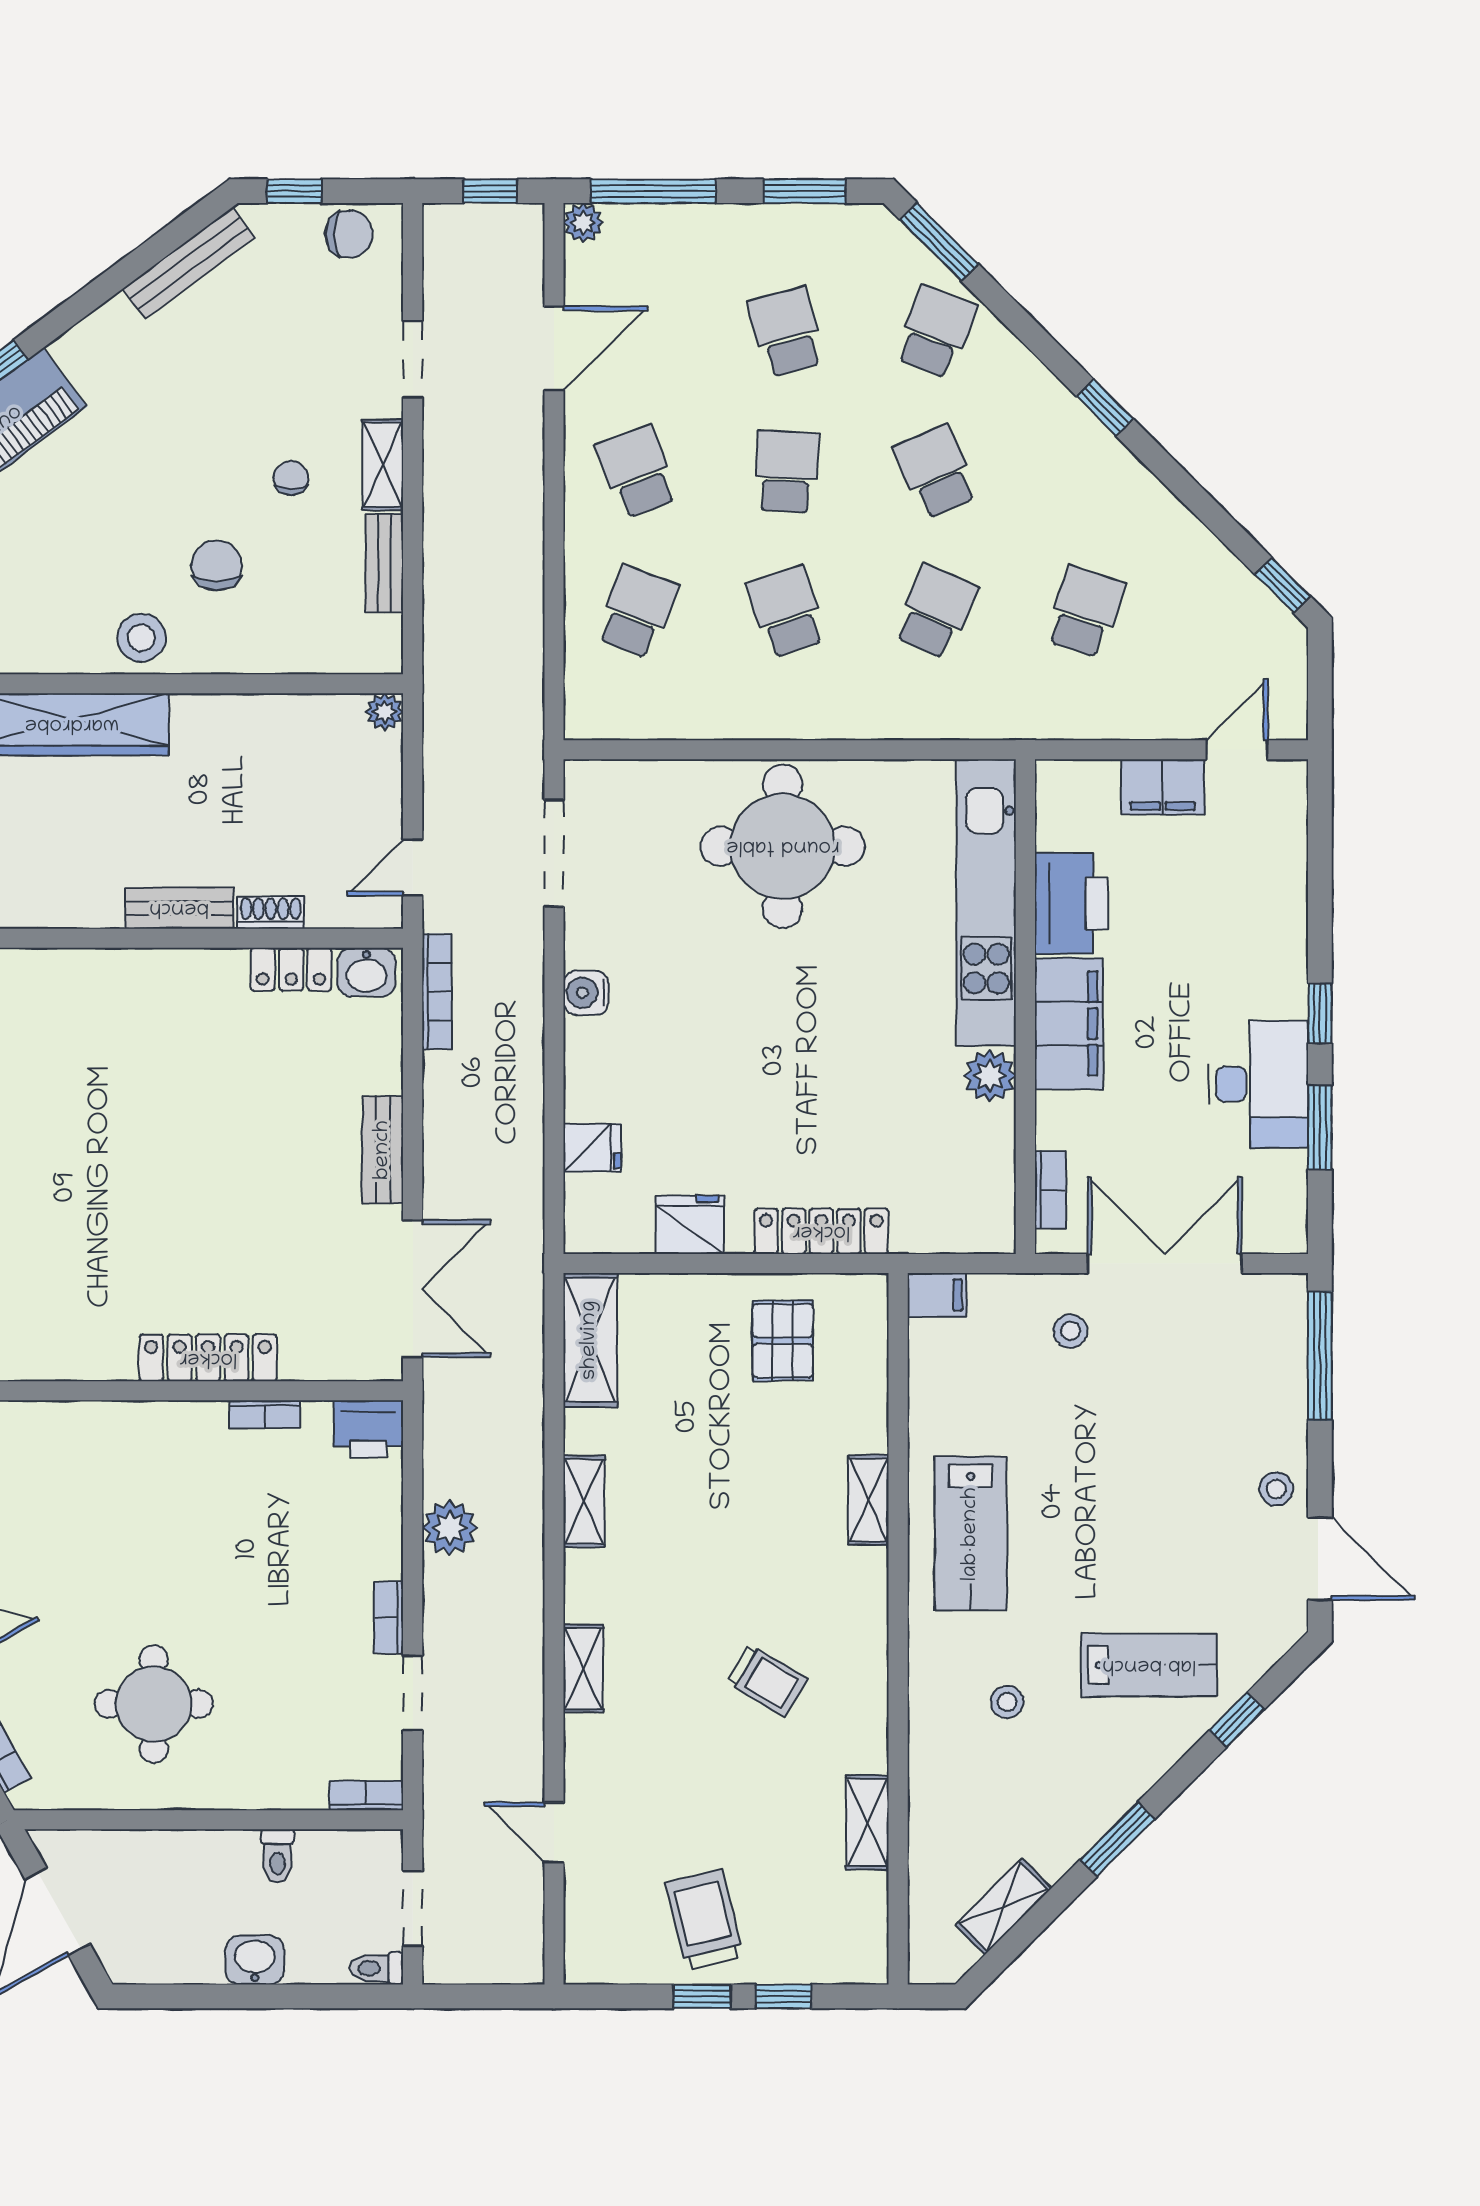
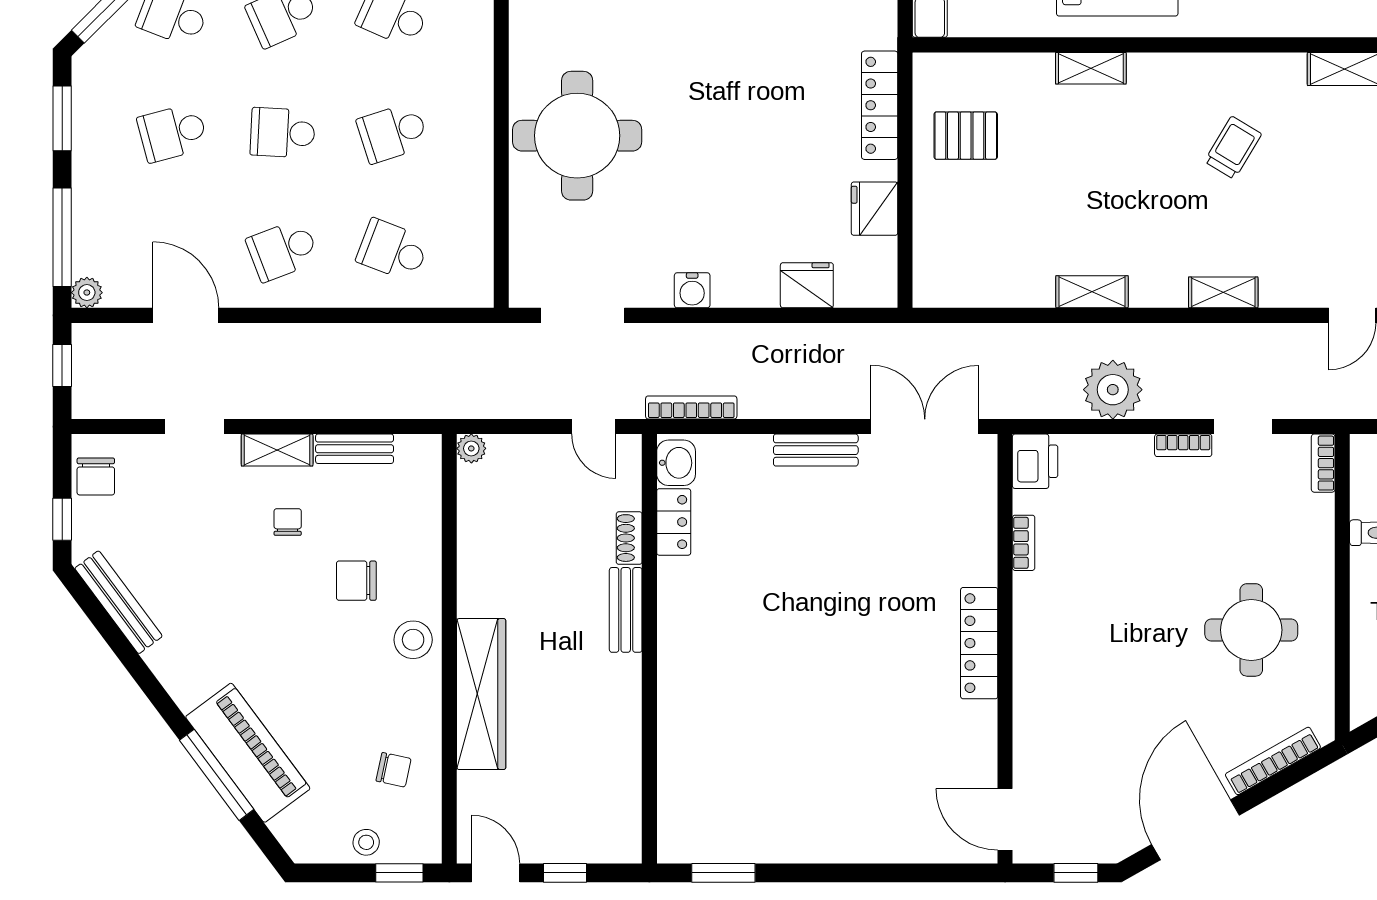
chair: (349, 234) -> (96, 477), turned 180
chair: (291, 478) -> (288, 522), turned 90
fridge: (592, 1148) -> (807, 285), width x1.38
shelving: (590, 1340) -> (965, 287), removed
locker: (208, 1358) -> (979, 643), moved
plant: (450, 1528) -> (1113, 390), width x1.36, depth x1.36

